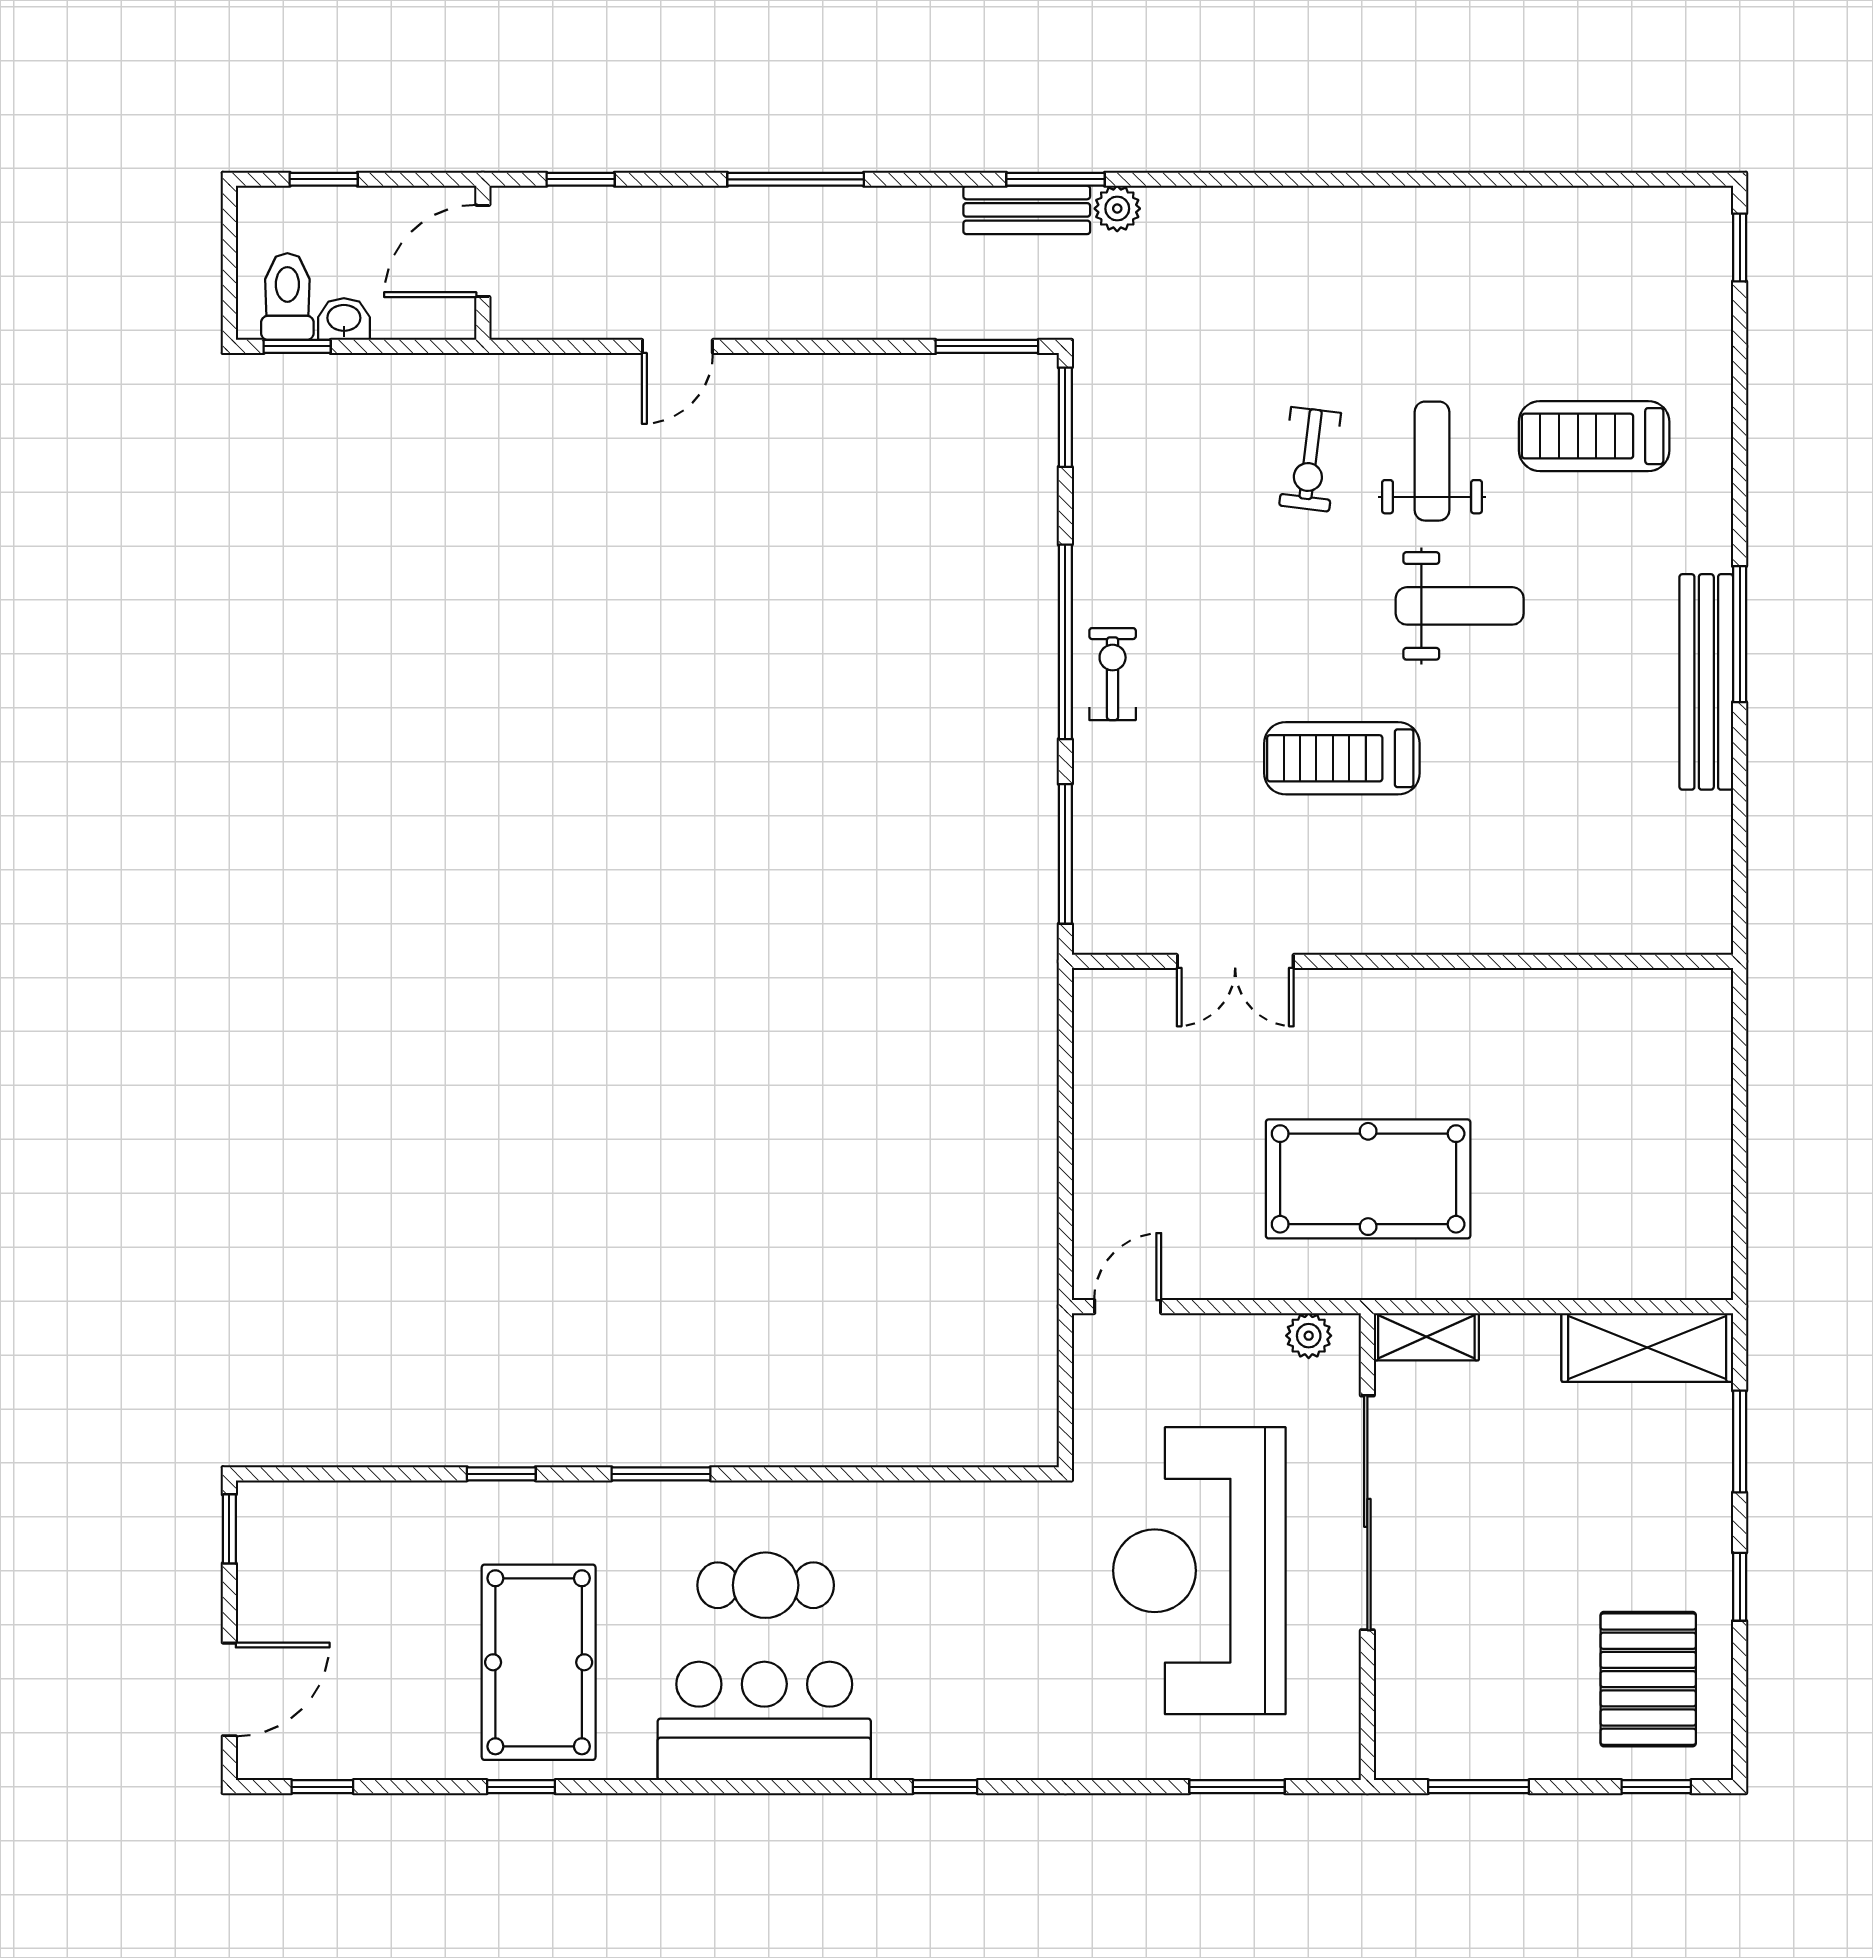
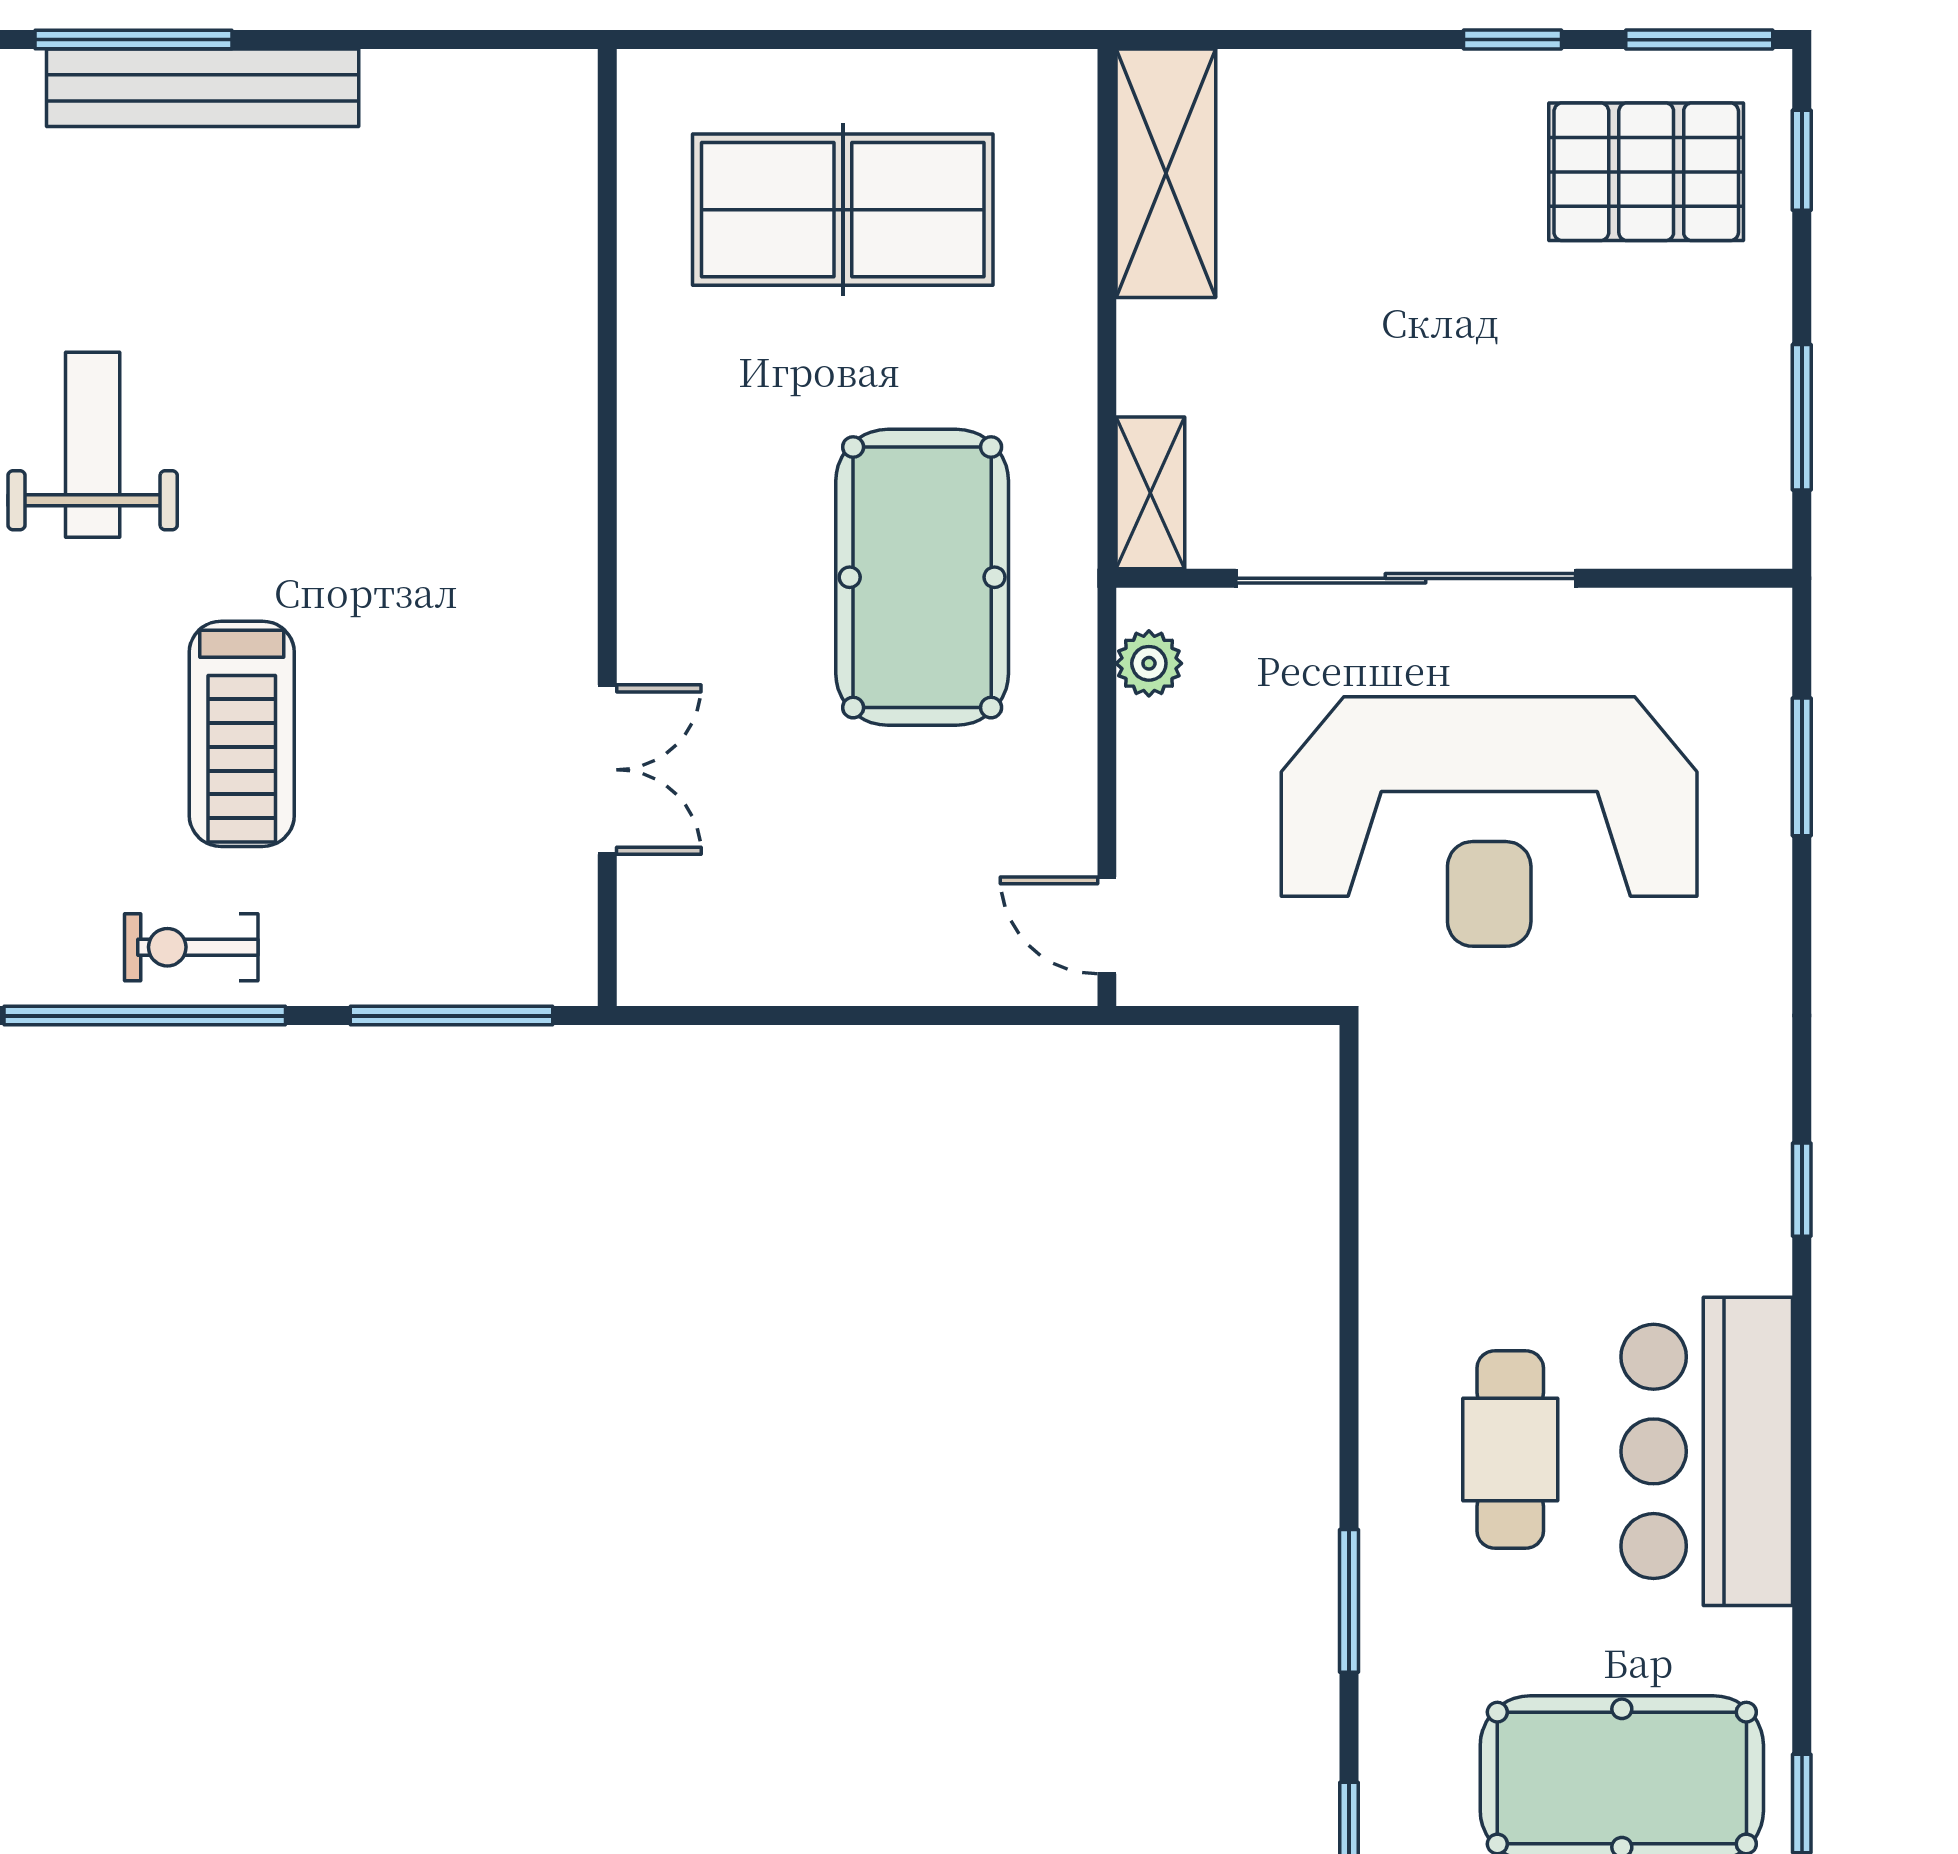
treadmill: (1342, 758) -> (242, 734), moved
table tennis table: (1622, 1124) -> (843, 210), added
window: (1740, 1442) -> (1699, 40), moved

